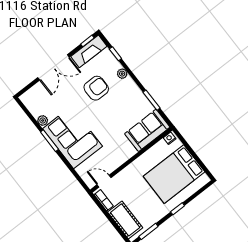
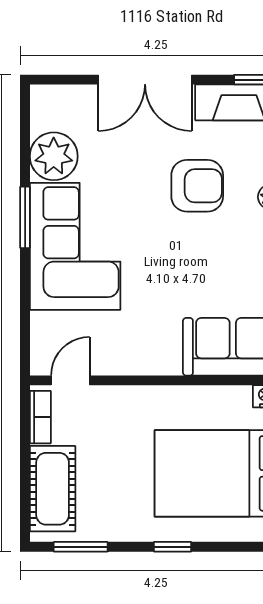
plant: (43, 121) -> (54, 156), width x1.88, depth x1.88
door: (104, 181) -> (70, 380), hinge flipped

